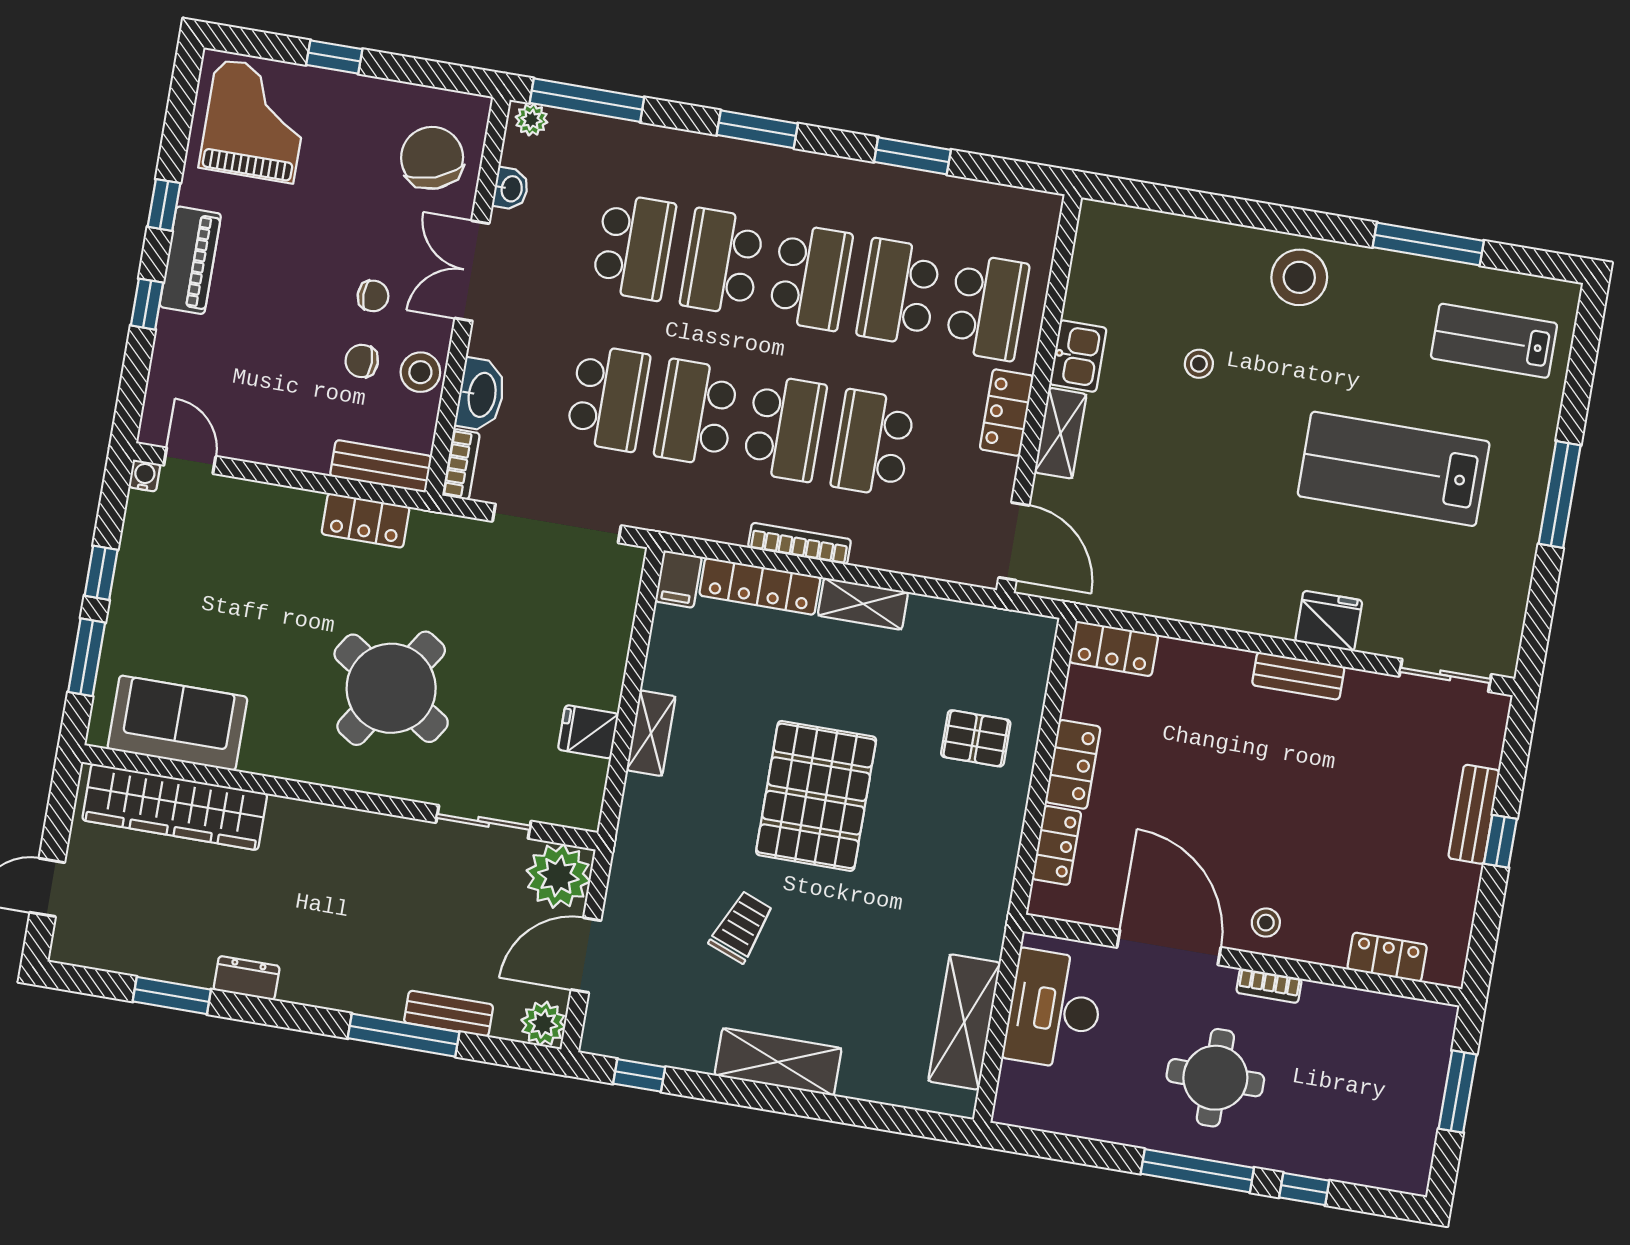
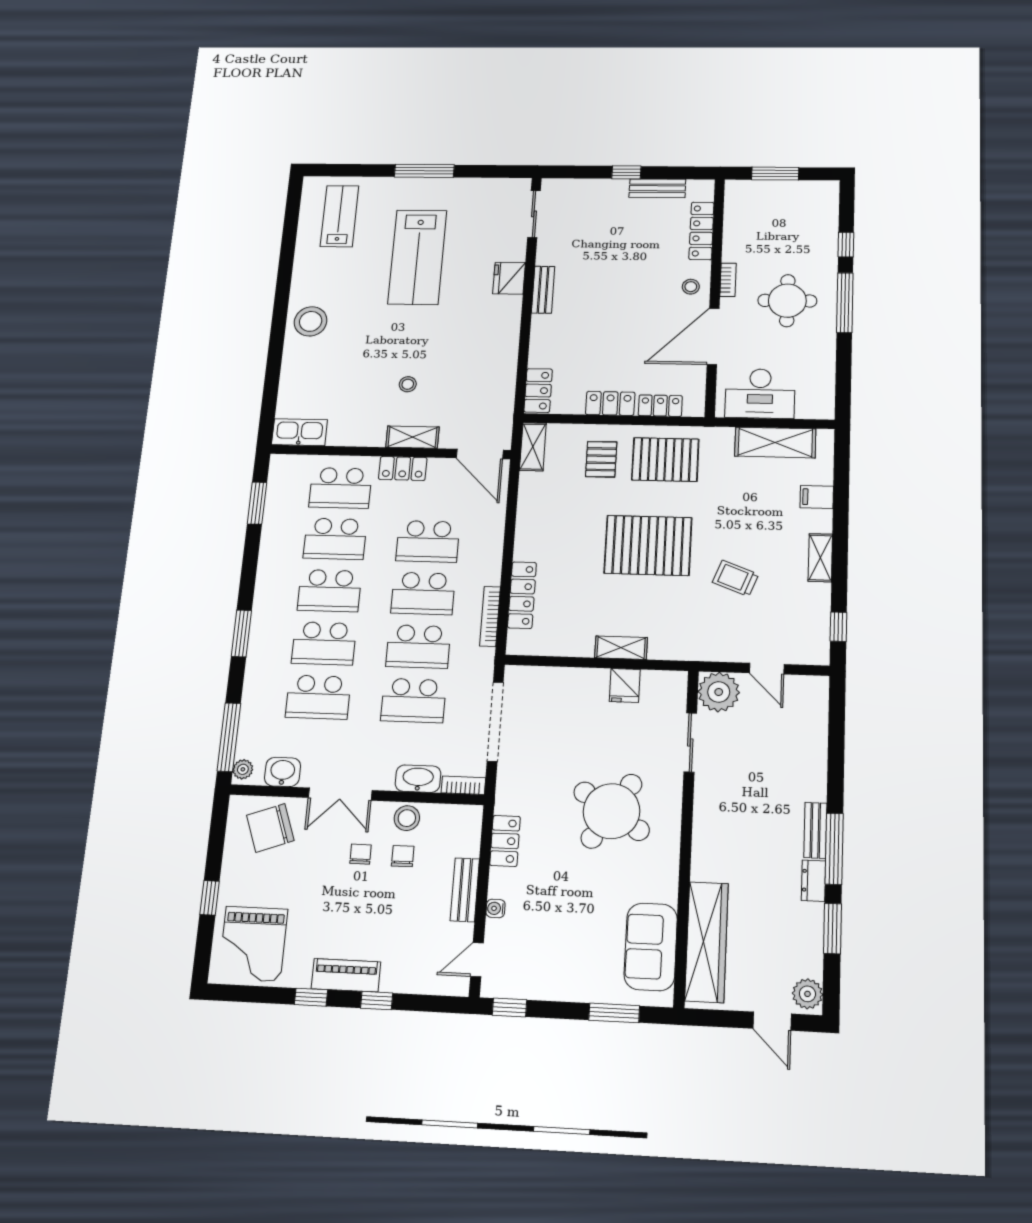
grand piano: (255, 121) -> (253, 944), turned -90
window: (912, 156) -> (257, 503), moved
washbasin: (511, 189) -> (283, 772), width x1.38, depth x1.45
window: (1428, 244) -> (287, 257), removed
school desk: (634, 247) -> (318, 697), turned 180
school desk: (810, 277) -> (330, 591), turned 180
school desk: (987, 307) -> (340, 488), turned 180
lab bench: (1494, 341) -> (340, 216), turned 180
kitchen sink: (1078, 356) -> (299, 432), moved, width x1.38
chair: (362, 361) -> (403, 856), turned 180
stool: (1199, 364) -> (408, 384), moved
school desk: (608, 398) -> (413, 700), turned 180
school desk: (785, 428) -> (423, 593), turned 180
bench: (381, 466) -> (465, 890), moved
water cooler: (144, 476) -> (496, 908), moved
door: (1014, 541) -> (480, 454), swing flipped
bookcase: (800, 544) -> (490, 616), moved
window: (101, 573) -> (509, 1007), moved
filing cabinet: (679, 579) -> (817, 497), moved, turned 180
shelving: (863, 604) -> (533, 447), moved
bench: (1474, 814) -> (657, 188), moved
pallet: (960, 842) -> (665, 460), added
door: (586, 955) -> (767, 669), width x0.73
locker: (1387, 957) -> (701, 231), width x1.53
bench: (449, 1014) -> (815, 830), moved
plant: (543, 1024) -> (807, 994), moved
window: (404, 1035) -> (834, 849), moved
shelving: (778, 1062) -> (820, 558), width x0.67, depth x0.75

